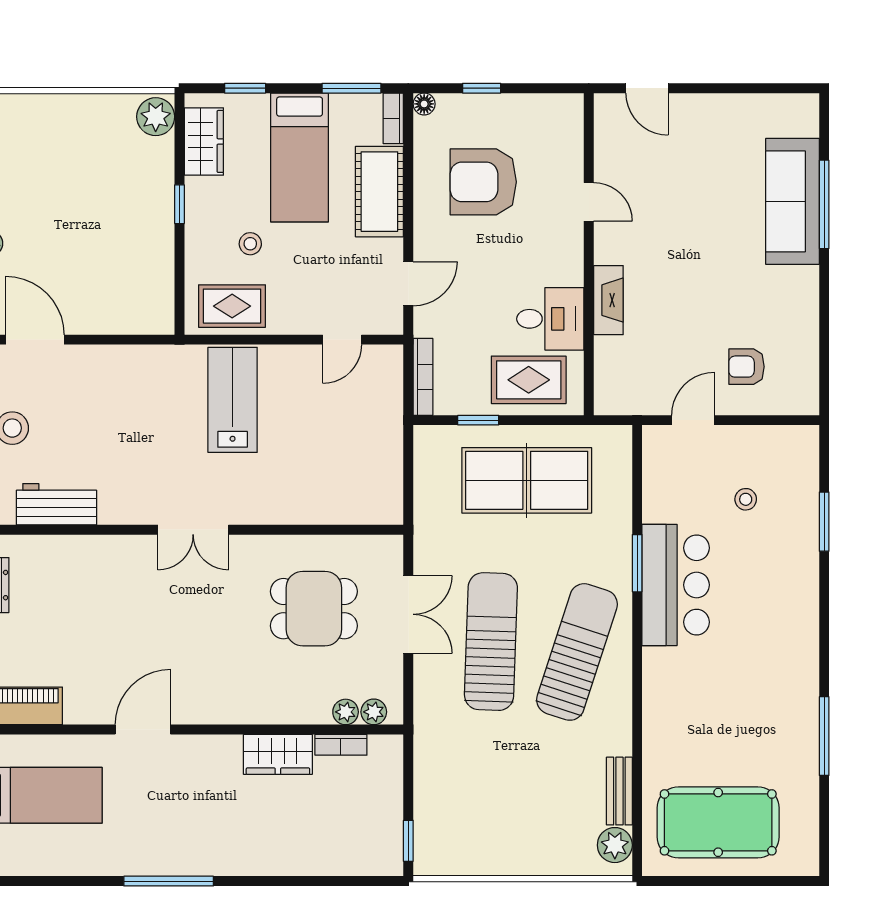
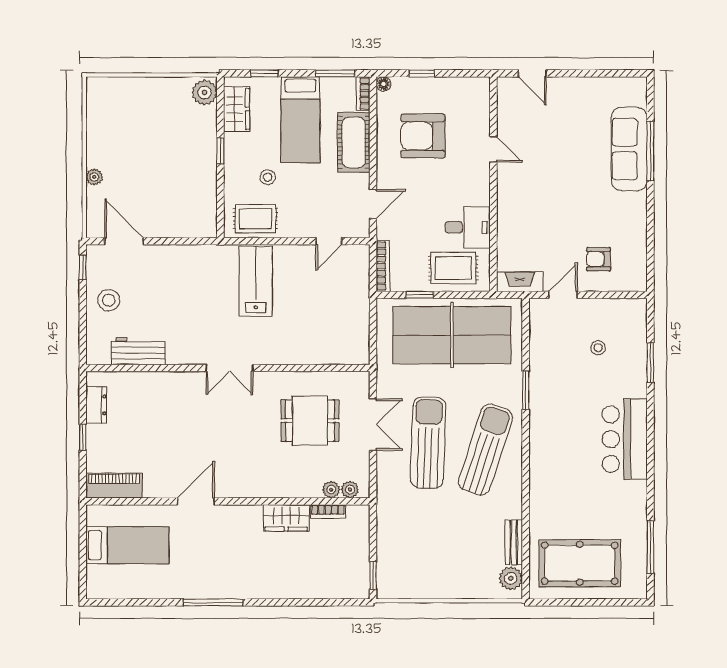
fireplace: (608, 300) -> (520, 282), moved, turned -90
table tennis table: (527, 480) -> (452, 335), width x1.36, depth x1.32
bar counter: (676, 585) -> (625, 439), moved, turned 180
window: (824, 736) -> (650, 547), moved

